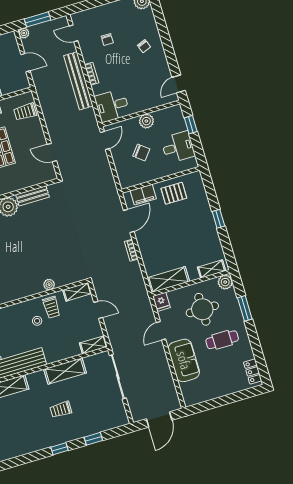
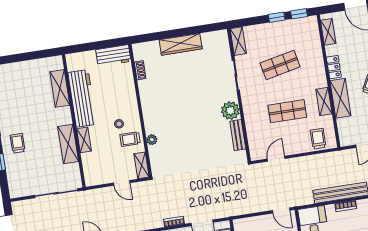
door: (98, 310) -> (122, 183), hinge flipped
shelving: (93, 345) -> (84, 140), moved
trolley: (61, 409) -> (18, 143), moved

